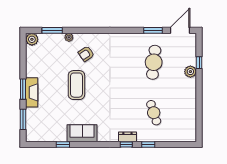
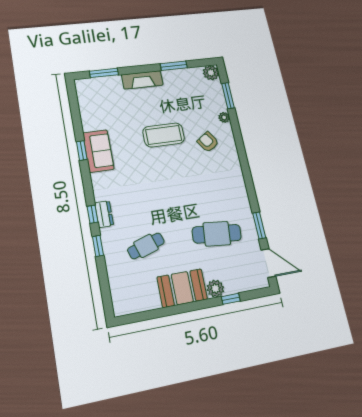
window: (23, 89) -> (174, 66), moved
booth: (186, 94) -> (182, 288), added
window: (63, 145) -> (82, 151), moved

